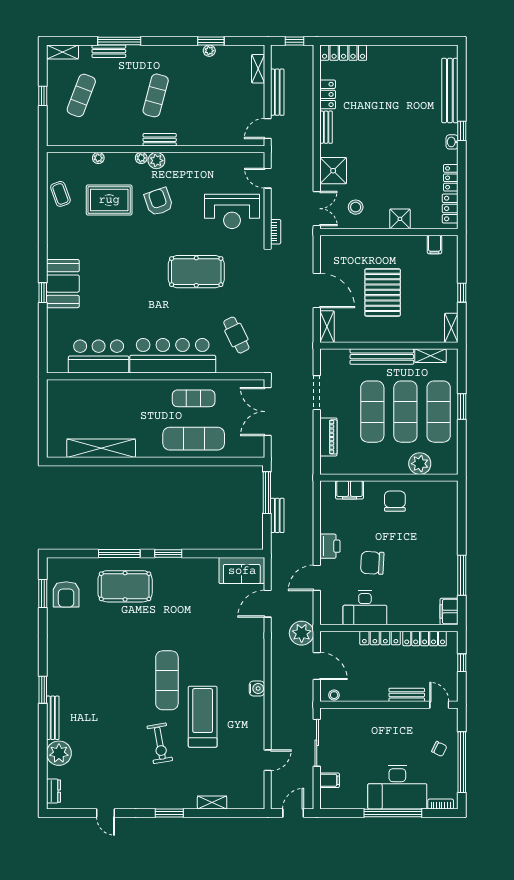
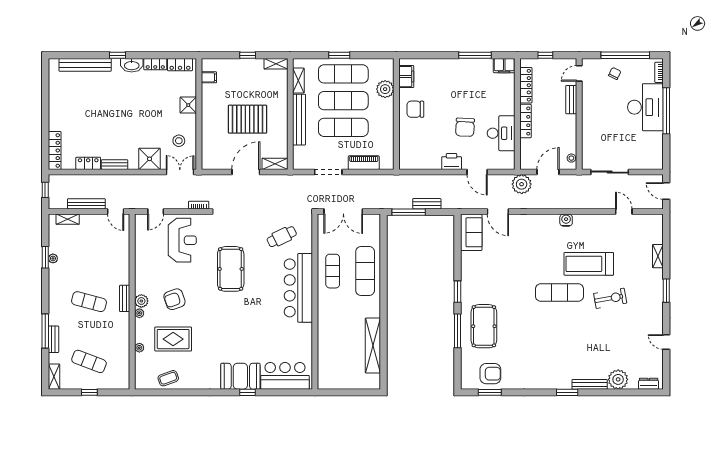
washbasin: (452, 142) -> (132, 65), width x1.91, depth x1.45
rug: (109, 200) -> (173, 339), turned 90
bar counter: (99, 357) -> (285, 376), moved, turned 90
filing cabinet: (349, 490) -> (406, 77), moved
filing cabinet: (330, 780) -> (640, 162), removed
door: (106, 813) -> (666, 342), swing flipped

